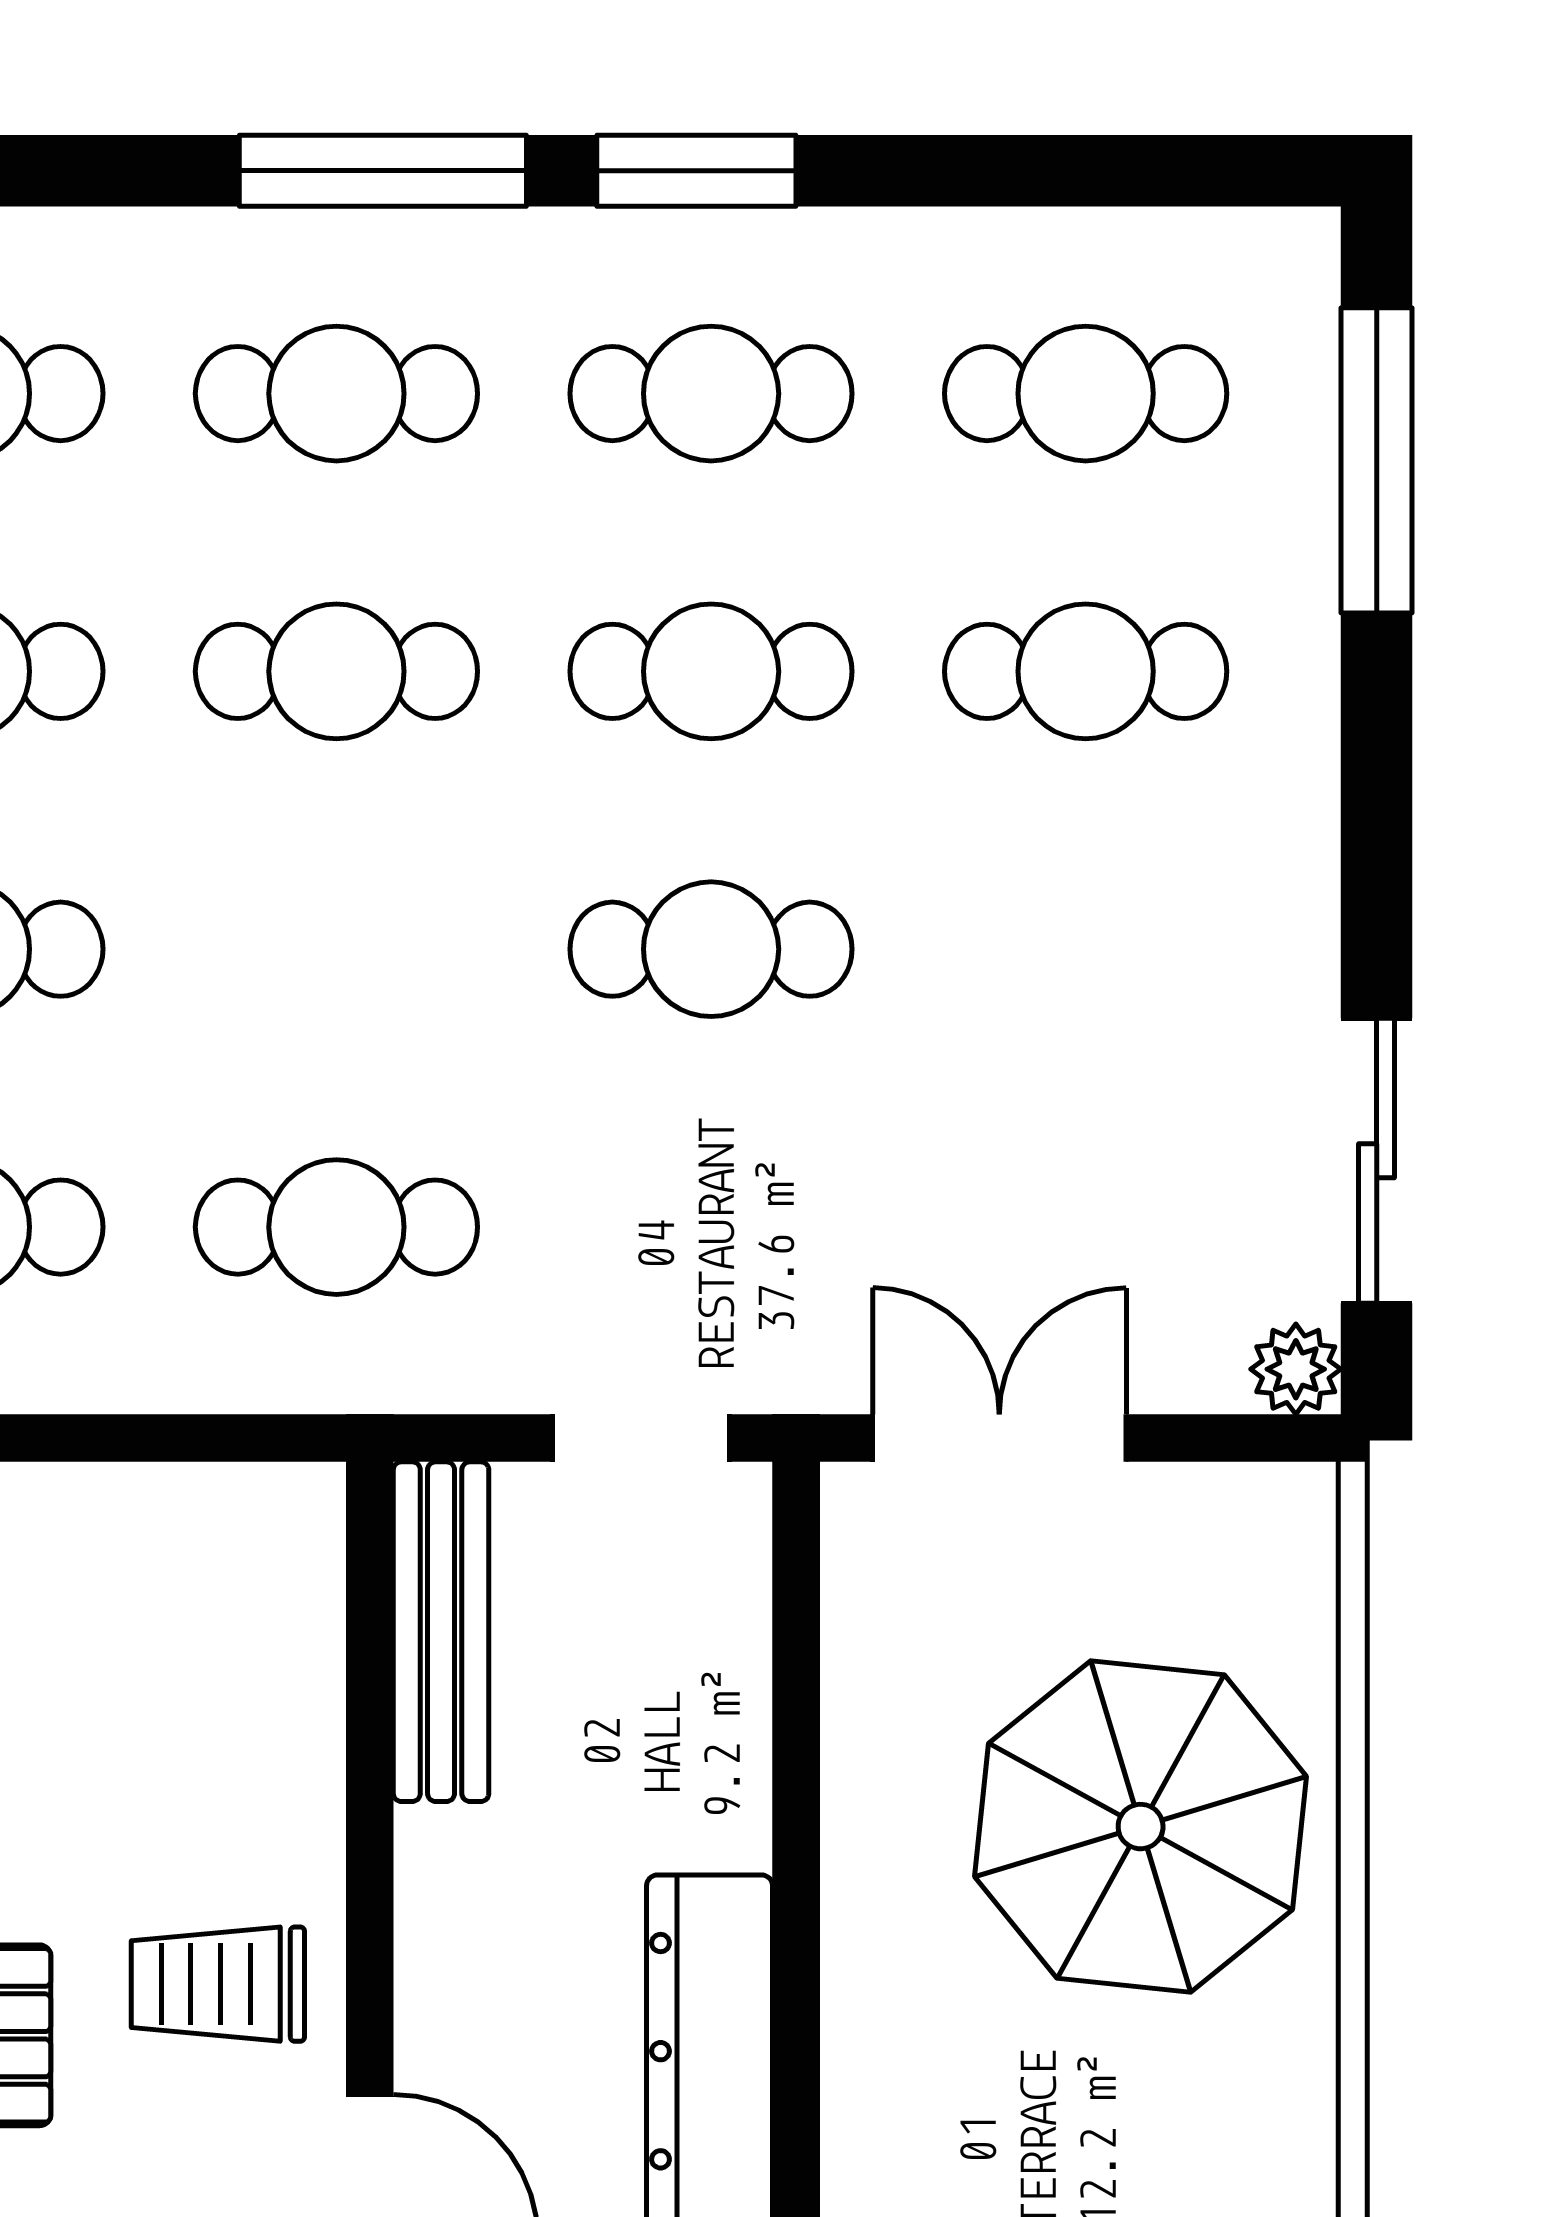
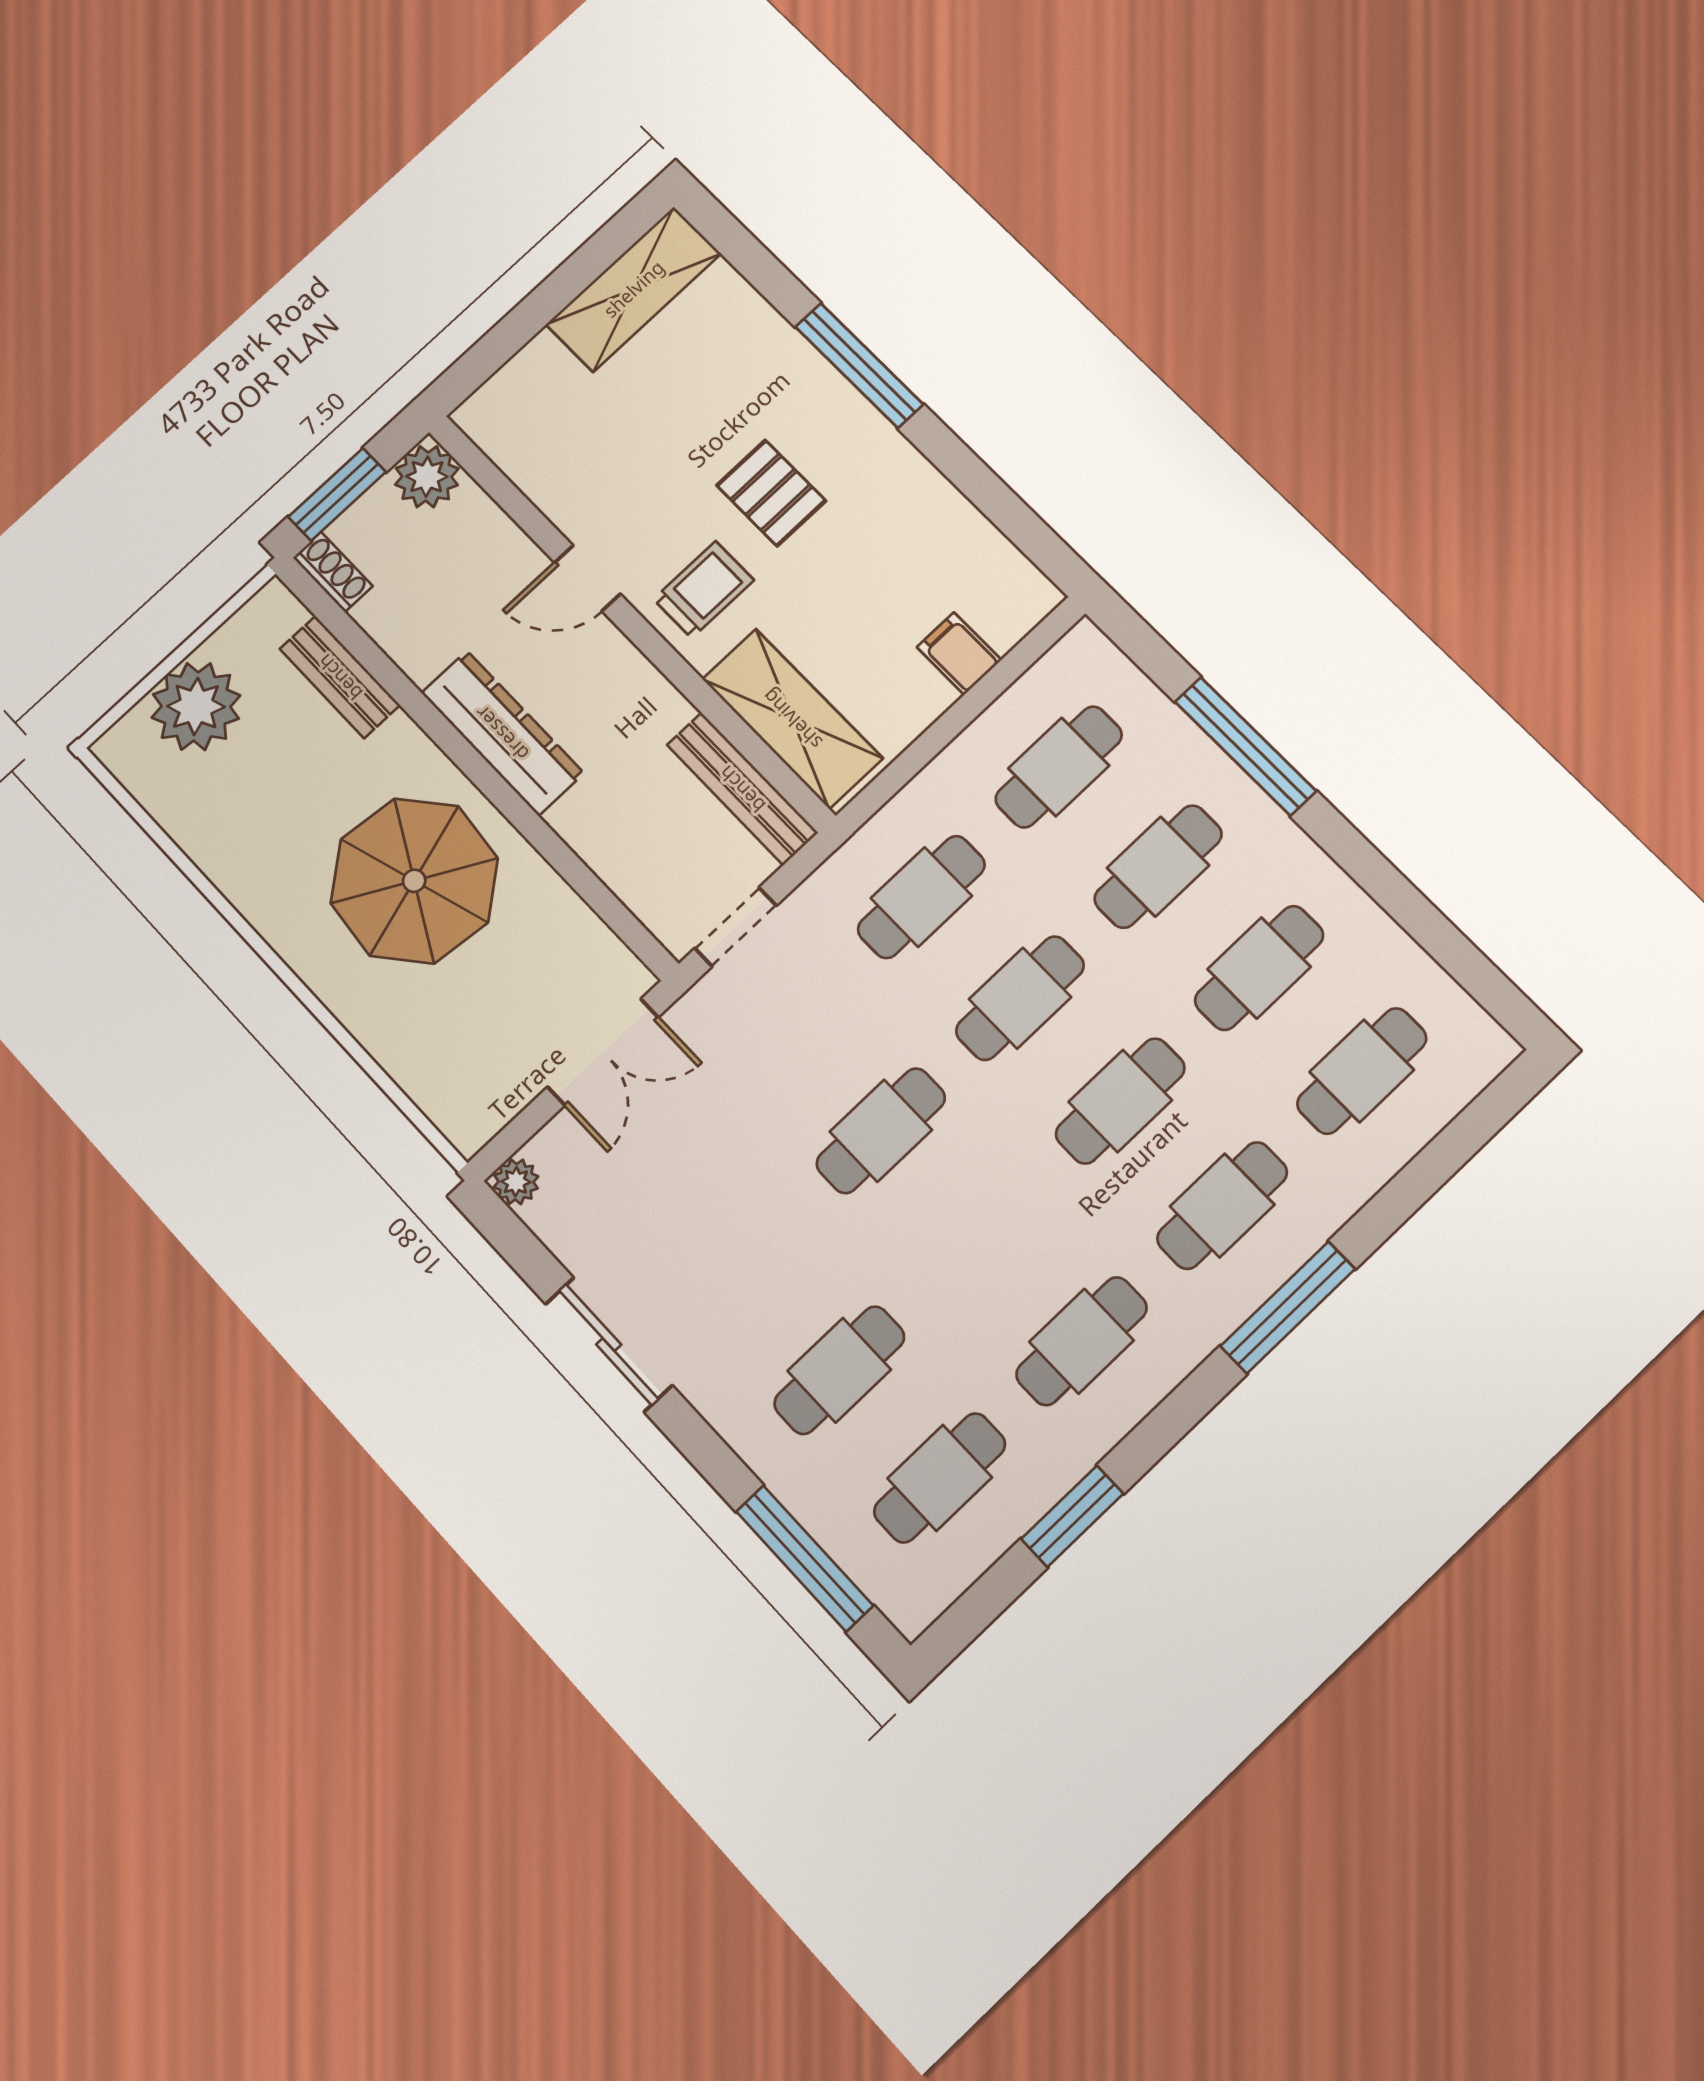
window: (696, 171) -> (1072, 1516), moved
cafe table: (711, 671) -> (1020, 998), moved
sliding door: (1377, 1161) -> (609, 1345), moved
shelving: (272, 1666) -> (792, 719), added
parasol: (1141, 1827) -> (414, 881), moved

